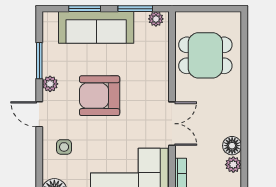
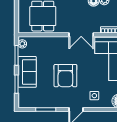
sofa: (96, 27) -> (27, 72), width x0.73
plant: (50, 84) -> (59, 103), removed
double door: (172, 124) -> (81, 35), swing flipped

